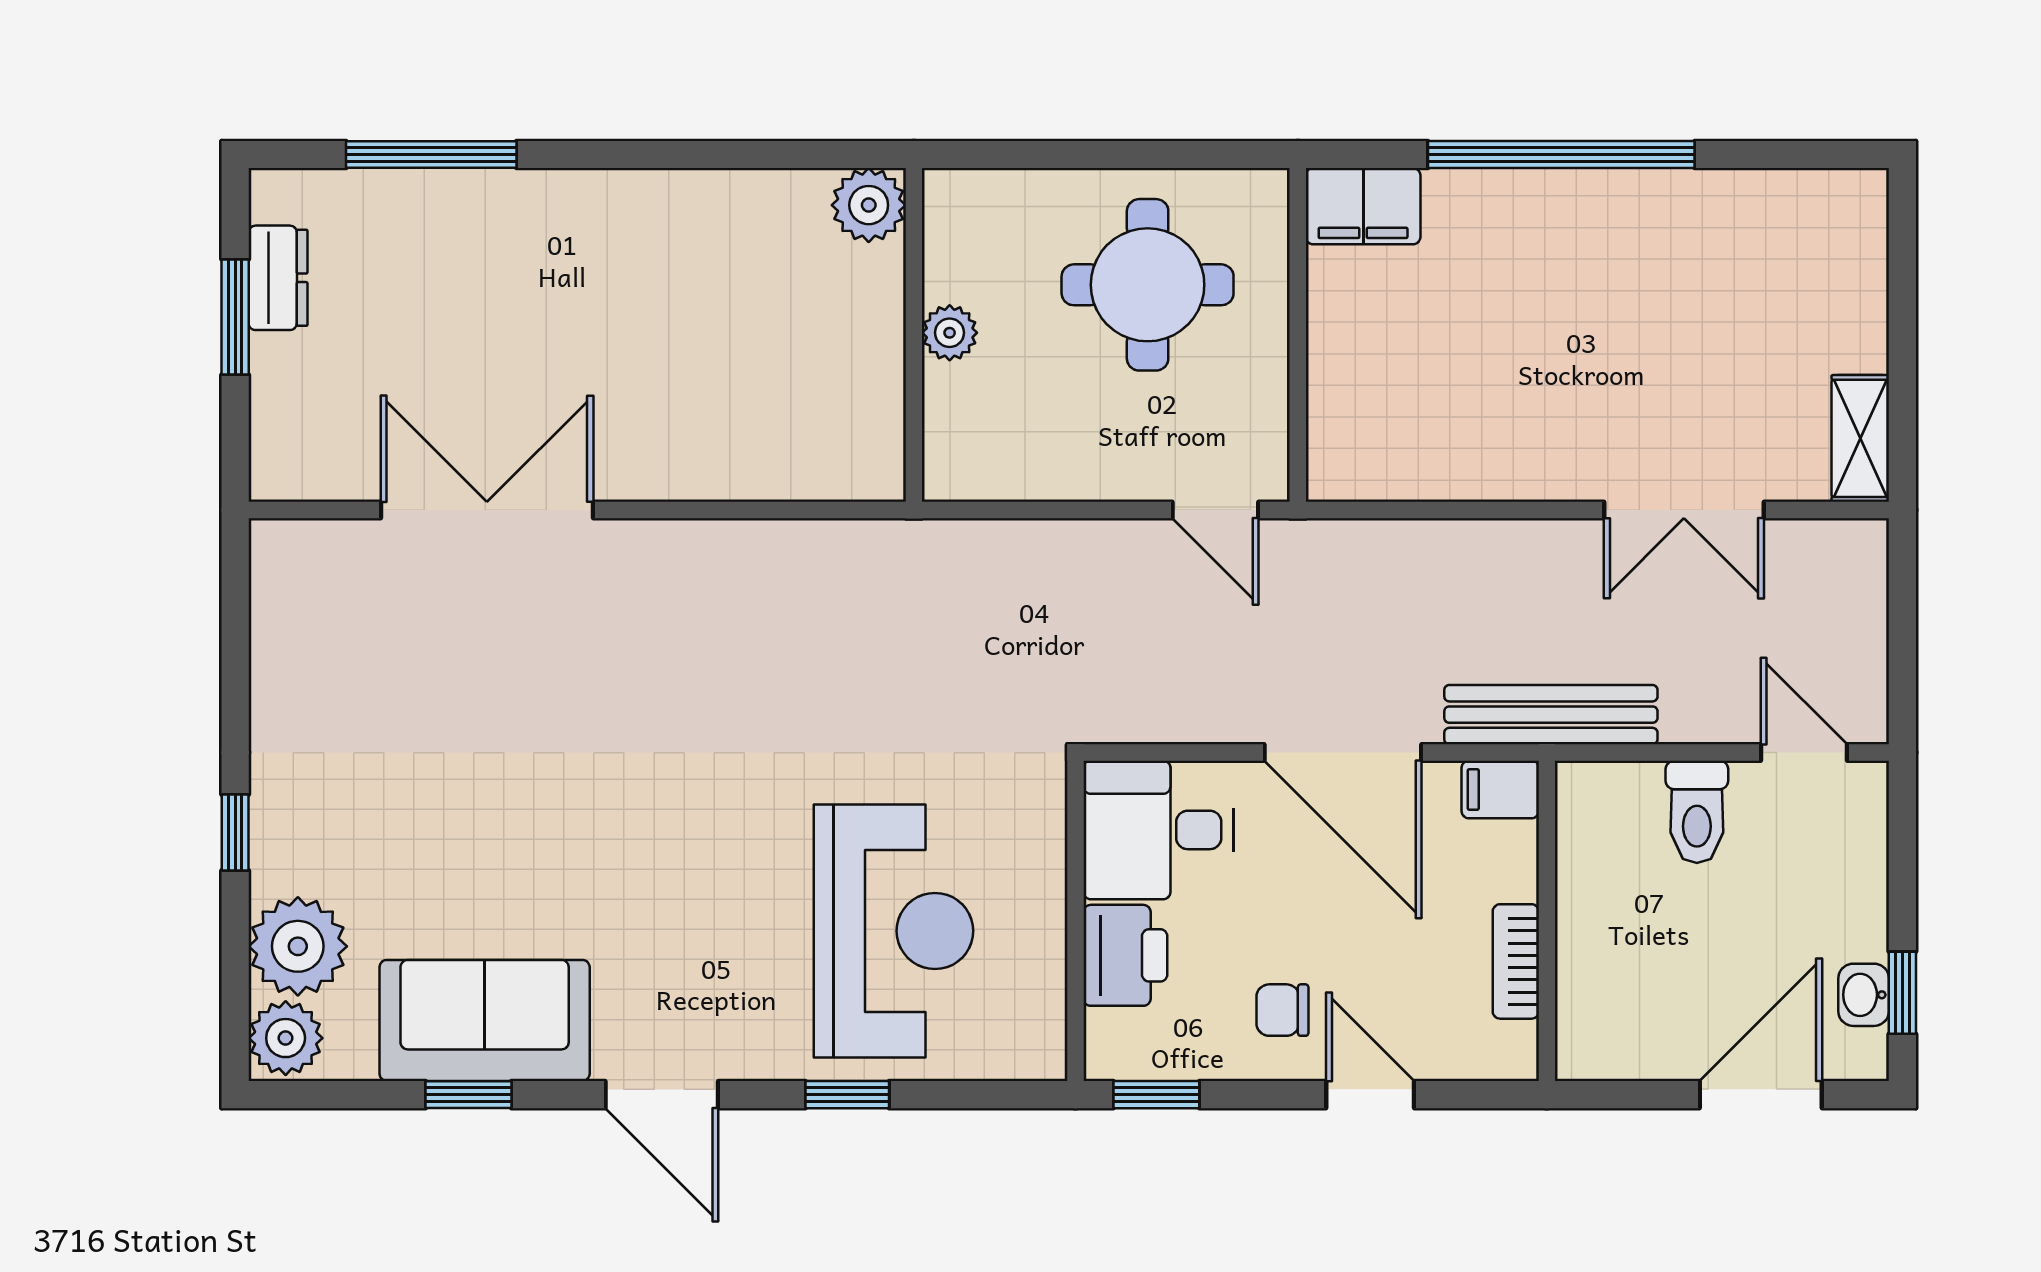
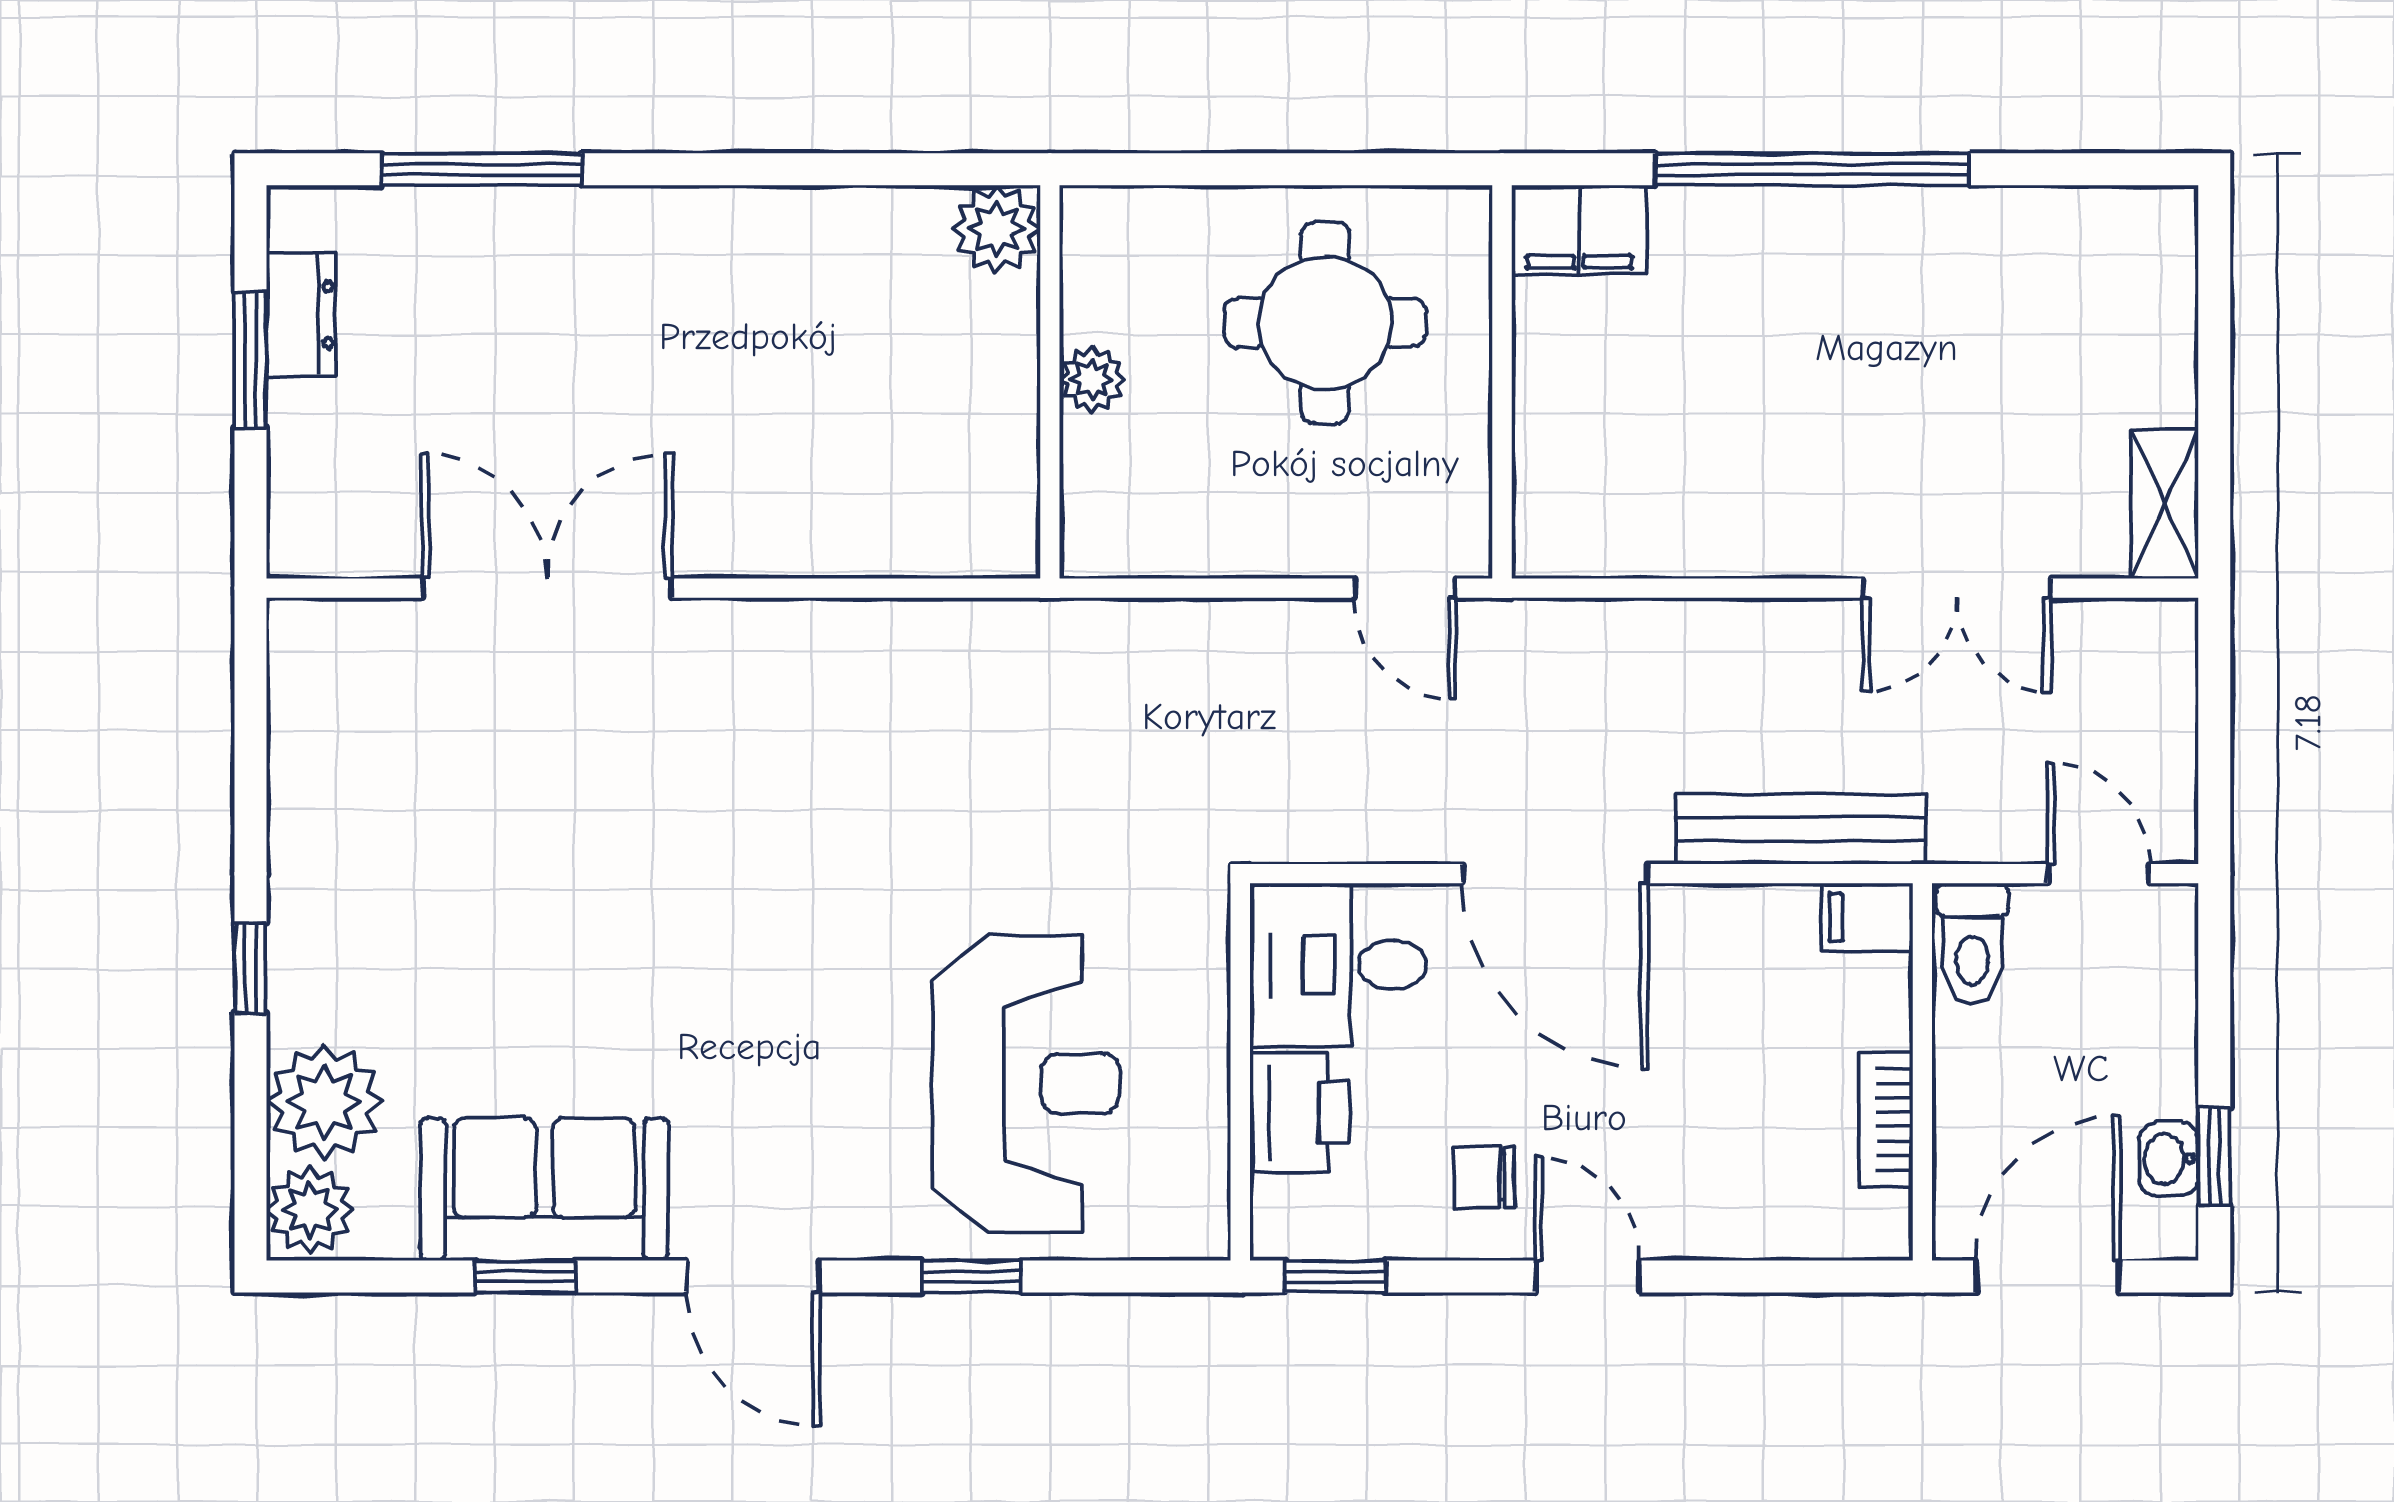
filing cabinet: (1500, 789) -> (1867, 917), moved
wall: (1547, 921) -> (1922, 1072), moved
bookcase: (1516, 961) -> (1886, 1120), moved

